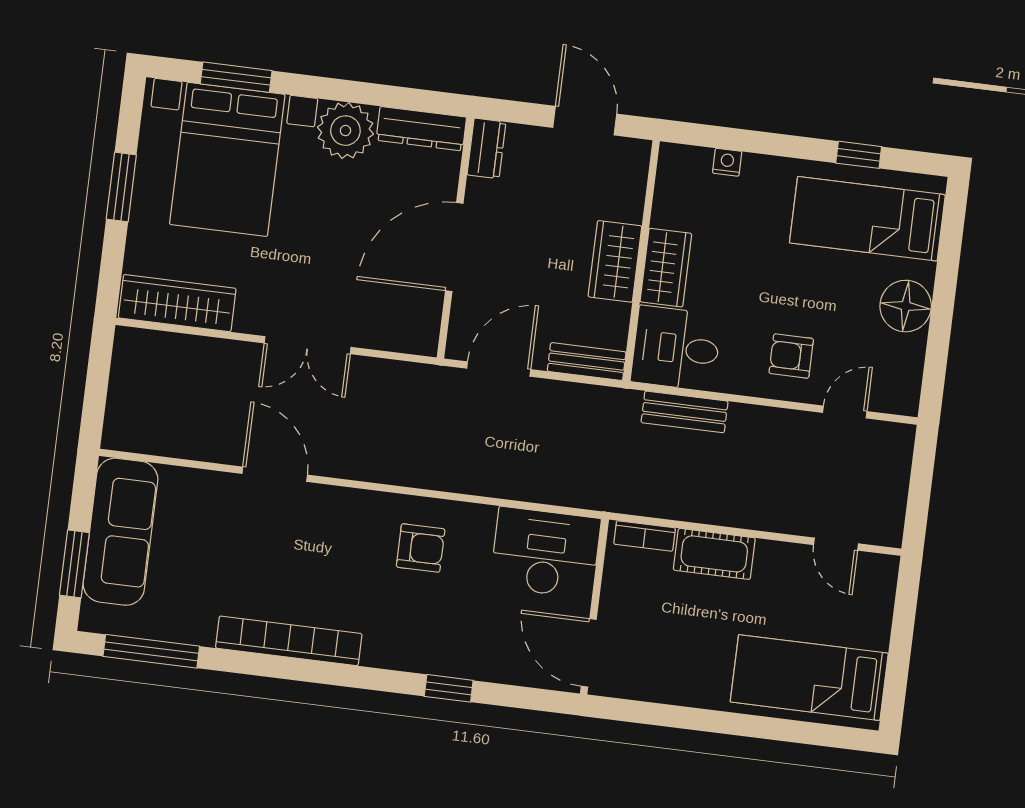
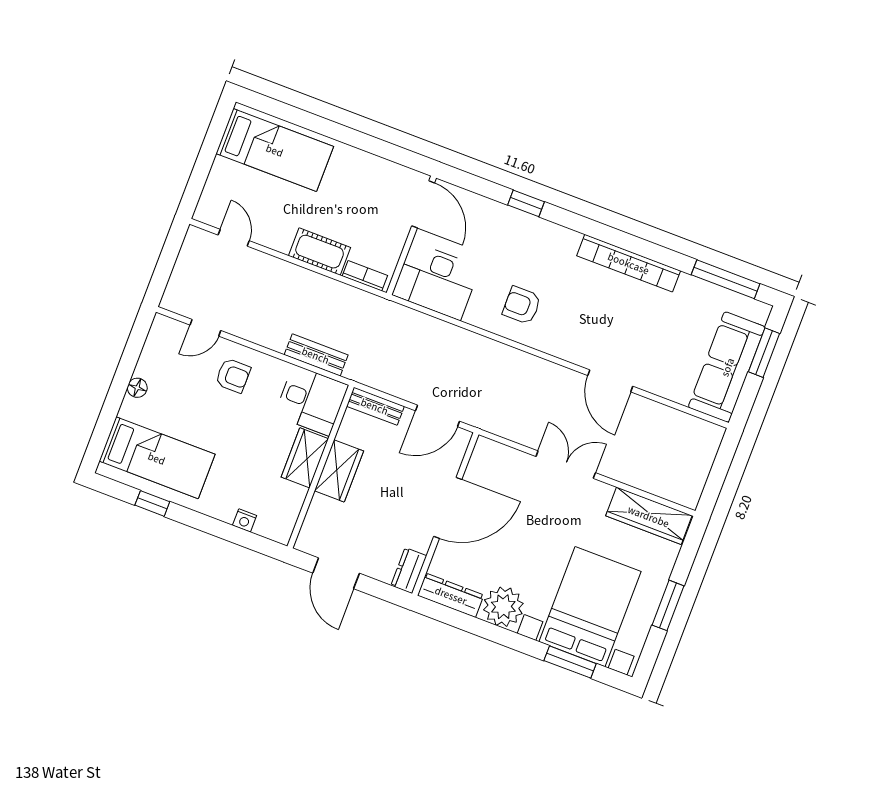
floor lamp: (906, 306) -> (137, 388), width x0.53, depth x0.53

